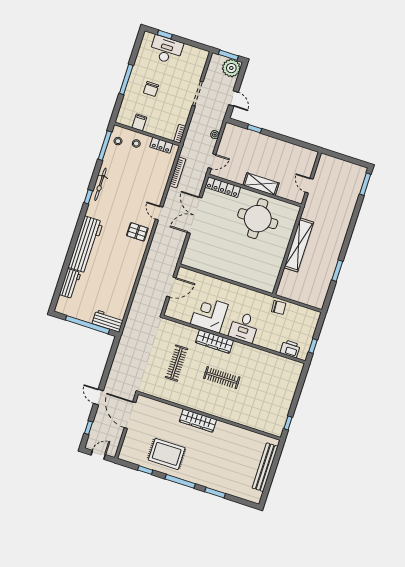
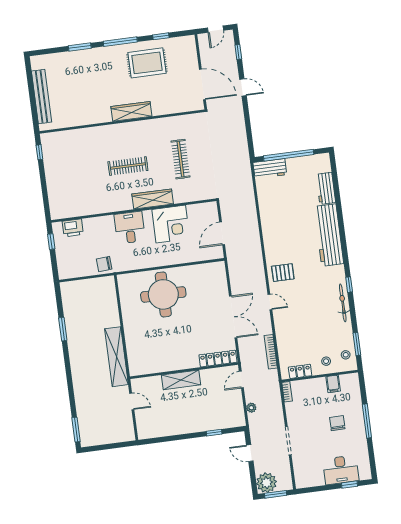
window: (105, 146) -> (357, 344), width x0.69
round table: (258, 219) -> (163, 294), moved
shelving: (299, 245) -> (117, 357), moved

